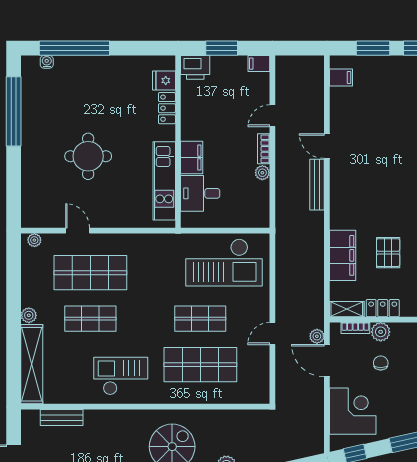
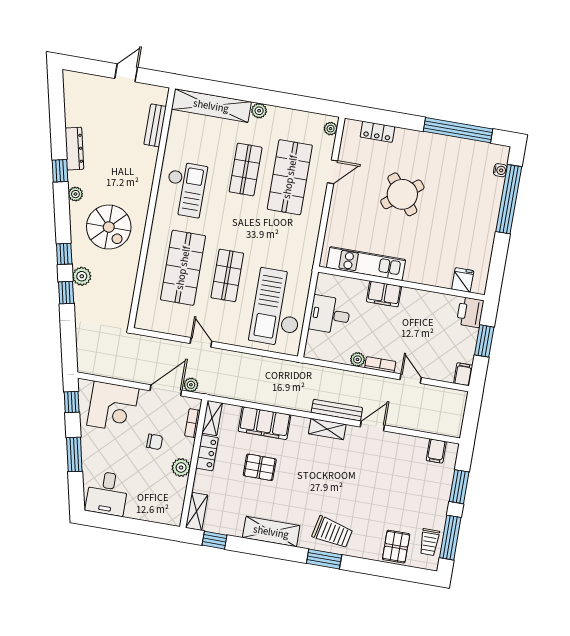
locker: (167, 108) -> (377, 132), moved, turned 180
round table: (88, 156) -> (402, 194), turned -38
shelving: (338, 191) -> (327, 429), added
desk: (200, 193) -> (330, 315), moved, turned -90
plant: (381, 332) -> (181, 468), moved

